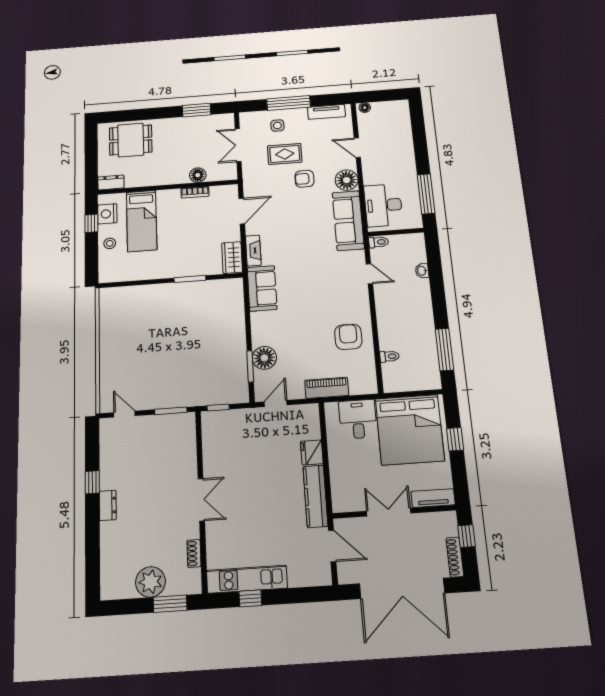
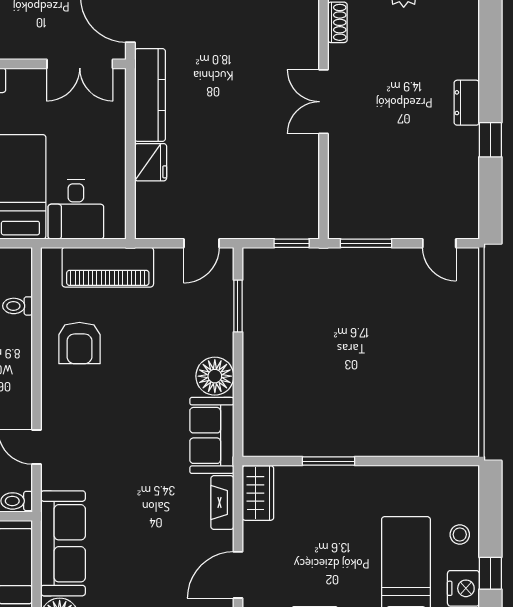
floor lamp: (264, 358) -> (215, 376), moved
piano: (327, 388) -> (108, 267), width x1.37, depth x1.33
double door: (389, 512) -> (80, 64), moved

